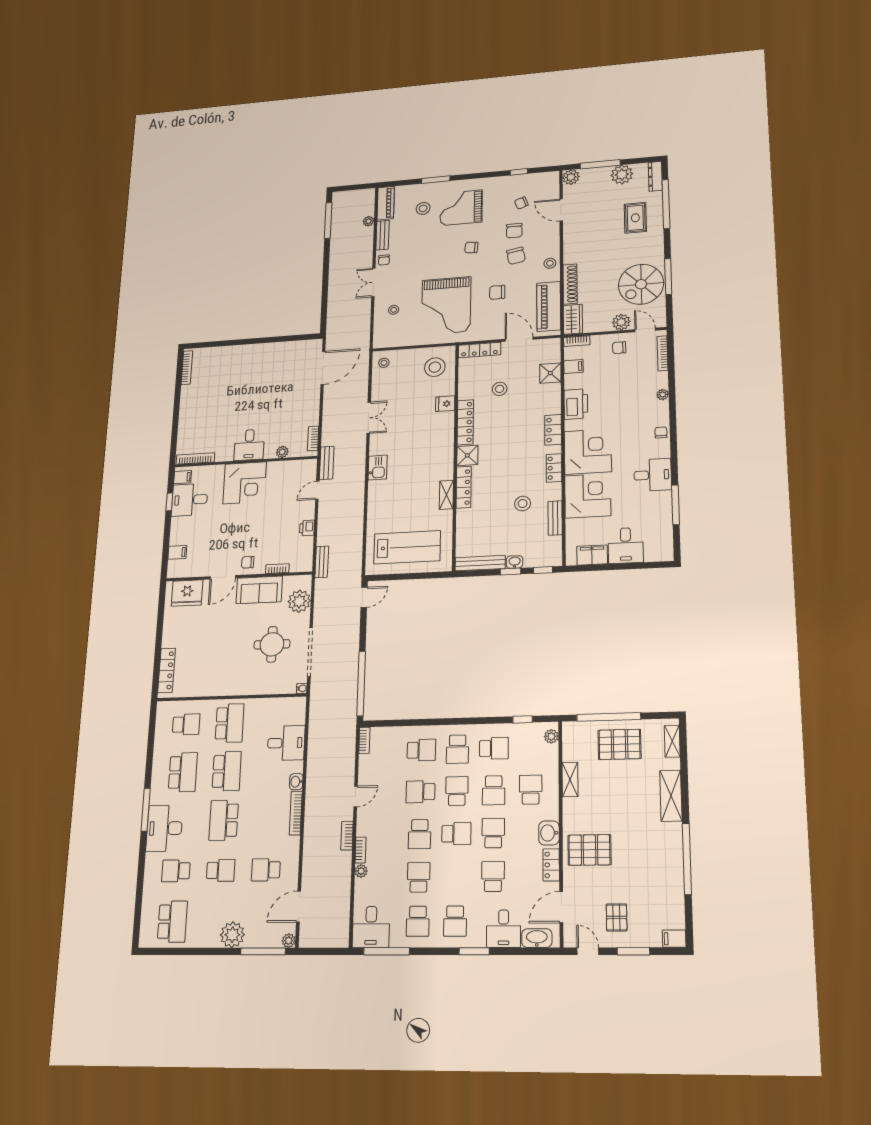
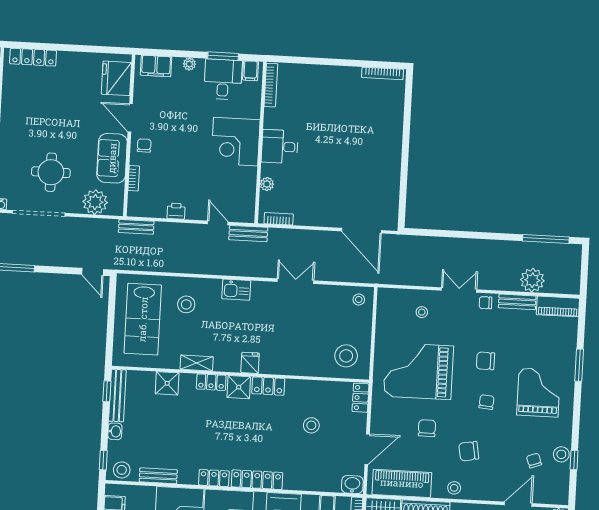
stool: (423, 208) -> (561, 454), moved
plant: (369, 221) -> (532, 280), width x1.88, depth x1.88
chair: (514, 231) -> (485, 361), moved
washbasin: (552, 348) -> (352, 485), added
locker: (480, 350) -> (361, 398), width x0.66
shower: (550, 373) -> (167, 383), moved
fridge: (445, 404) -> (250, 363), moved
double door: (369, 418) -> (295, 281), swing flipped
locker: (465, 422) -> (268, 386), width x0.66
locker: (553, 430) -> (257, 480), width x1.53
locker: (464, 487) -> (211, 382), width x0.66
window: (169, 502) -> (223, 56), width x1.50
stool: (523, 504) -> (122, 470), moved
stool: (392, 510) -> (186, 304), added
plant: (176, 530) -> (189, 64), added
filing cabinet: (177, 552) -> (156, 66), width x2.00
window: (511, 572) -> (107, 391), moved

